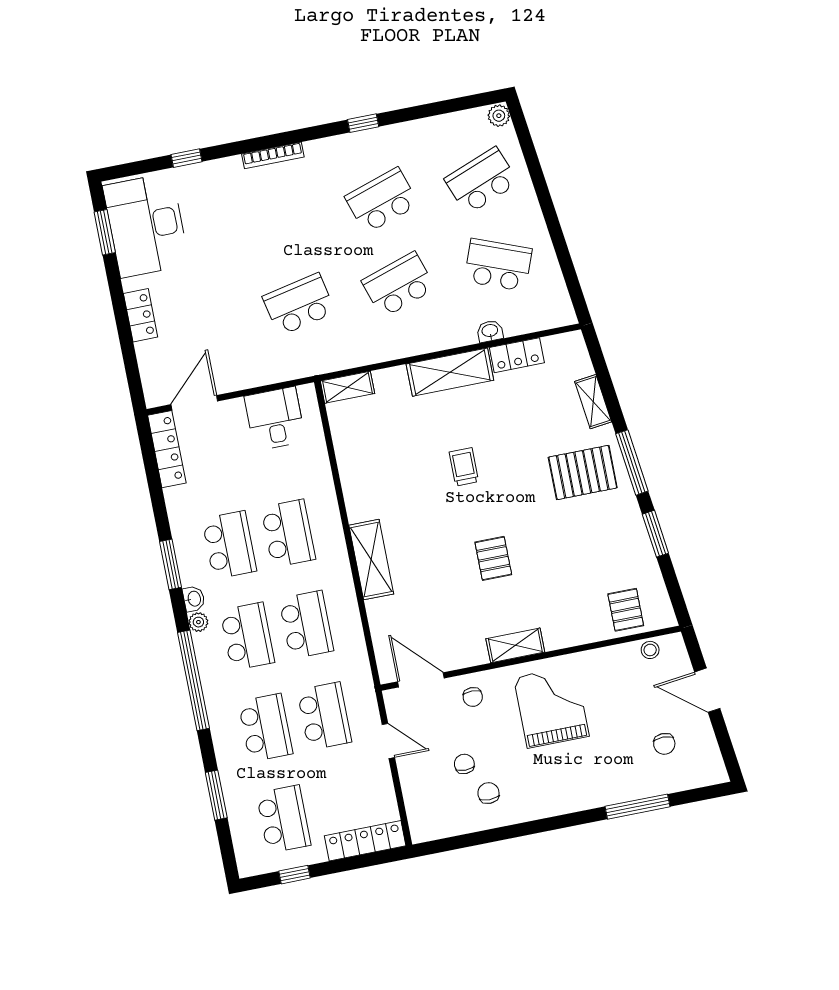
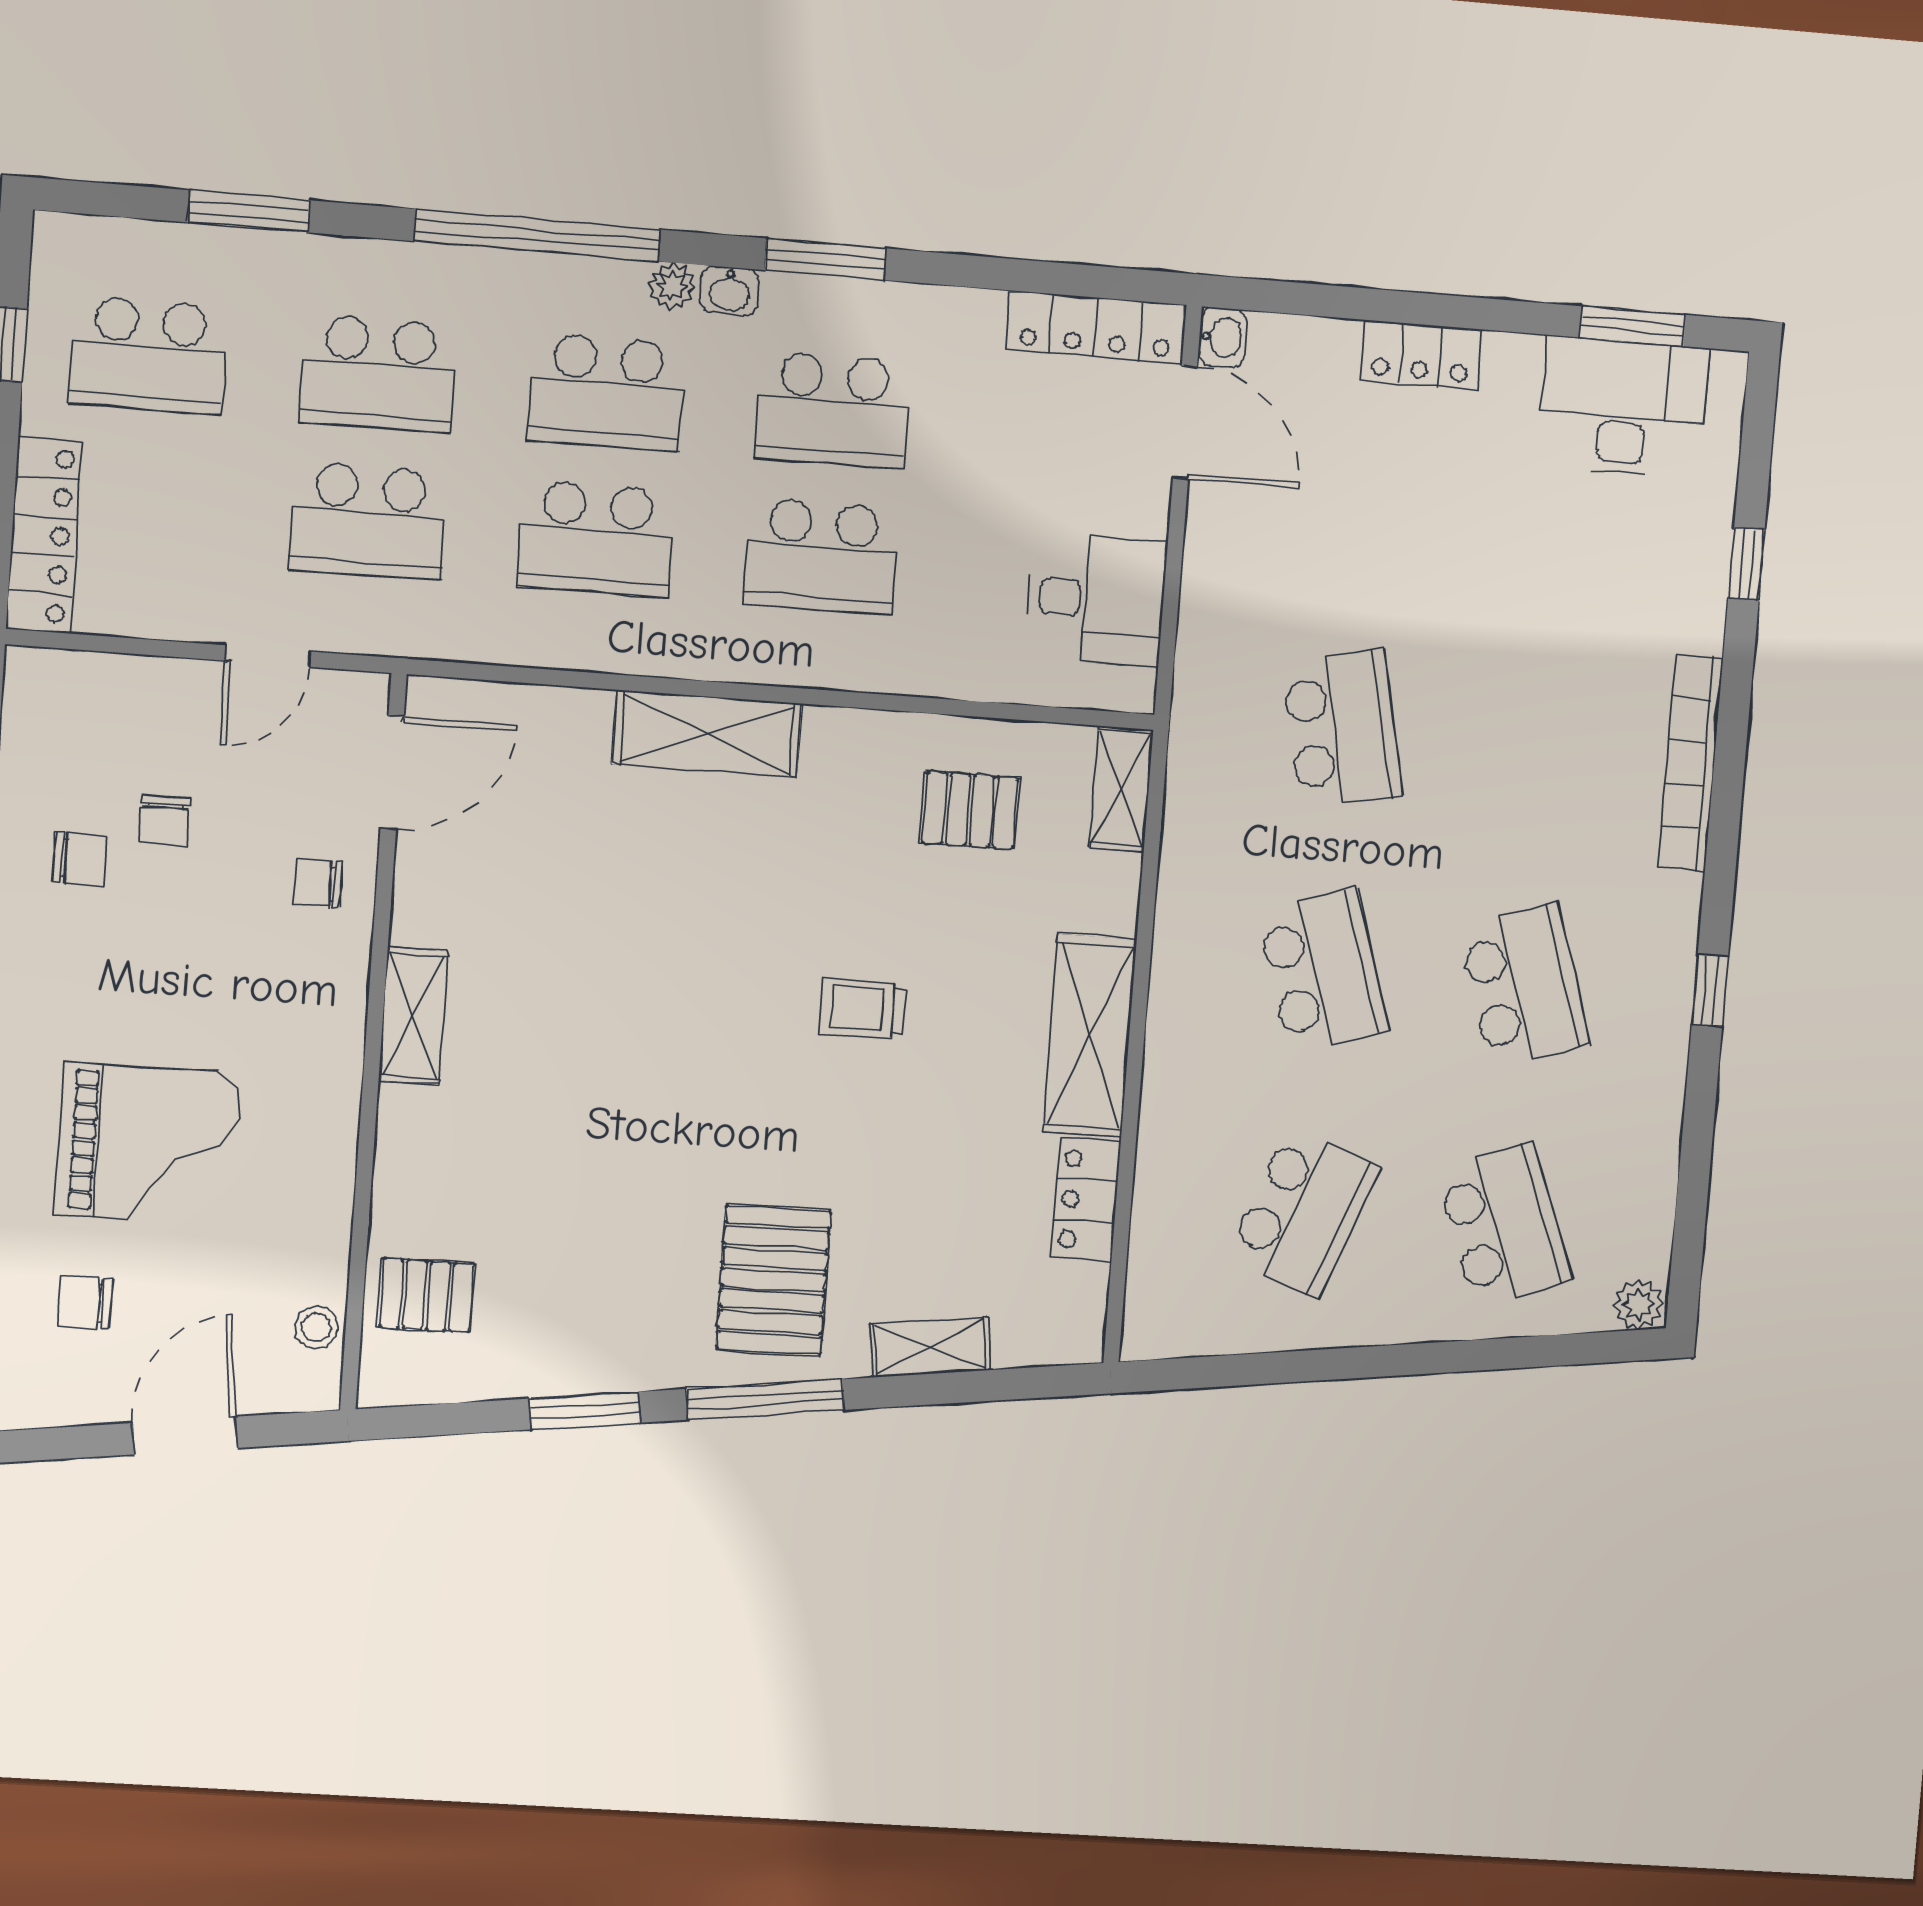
bookcase: (273, 155) -> (1690, 763), width x1.48, depth x1.31
desk: (146, 225) -> (1623, 407), width x0.73, depth x0.77
washbasin: (490, 331) -> (1223, 337), moved
trolley: (464, 467) -> (863, 1008), turned 180
pallet: (493, 558) -> (970, 810), moved
grand piano: (551, 707) -> (148, 1144), moved
chair: (464, 764) -> (165, 820), turned 90

